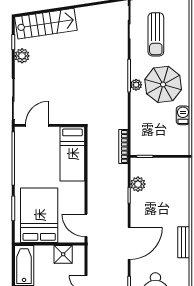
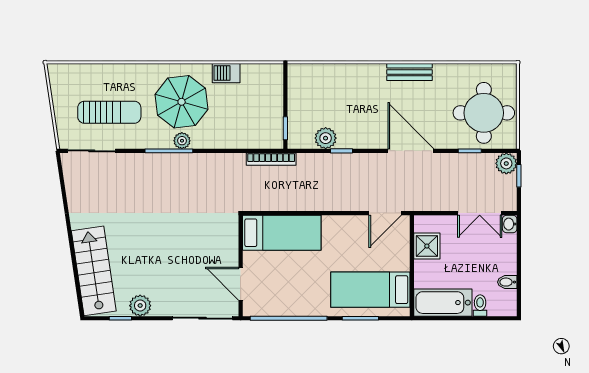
bed: (39, 215) -> (370, 290), width x0.67

